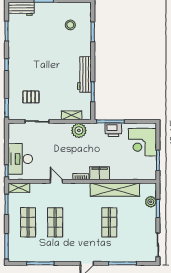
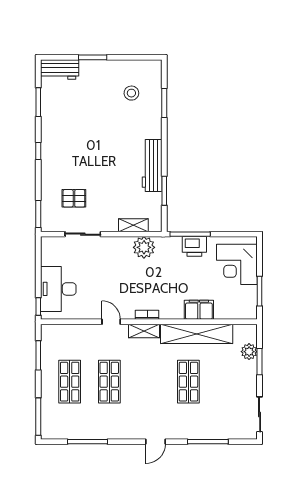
filing cabinet: (100, 173) -> (199, 310), moved
shelving: (19, 188) -> (144, 331), moved

